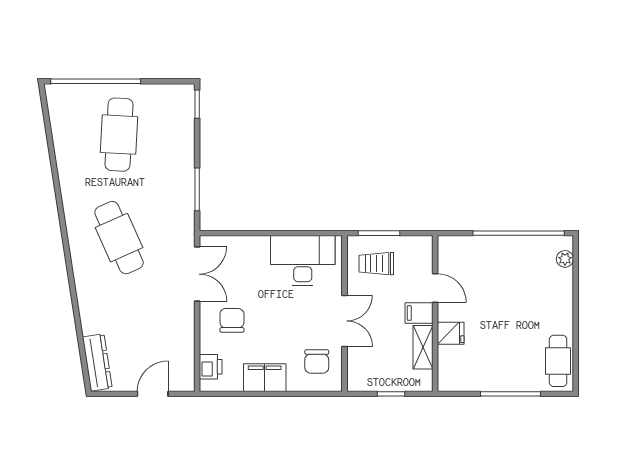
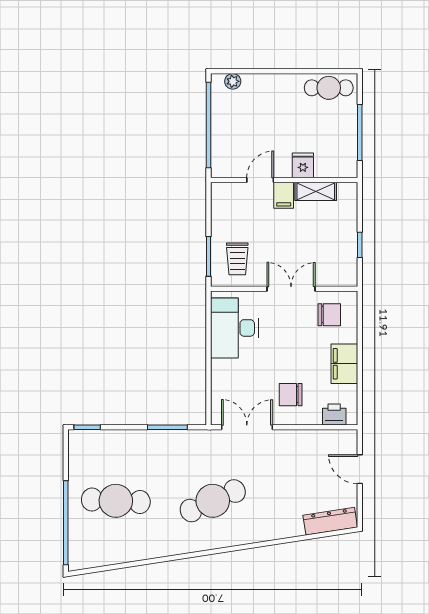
door: (435, 288) -> (260, 180), moved
filing cabinet: (419, 313) -> (284, 195), moved
wall: (435, 314) -> (284, 180), moved
fridge: (451, 333) -> (303, 165), moved
shelving: (423, 347) -> (316, 191), moved

